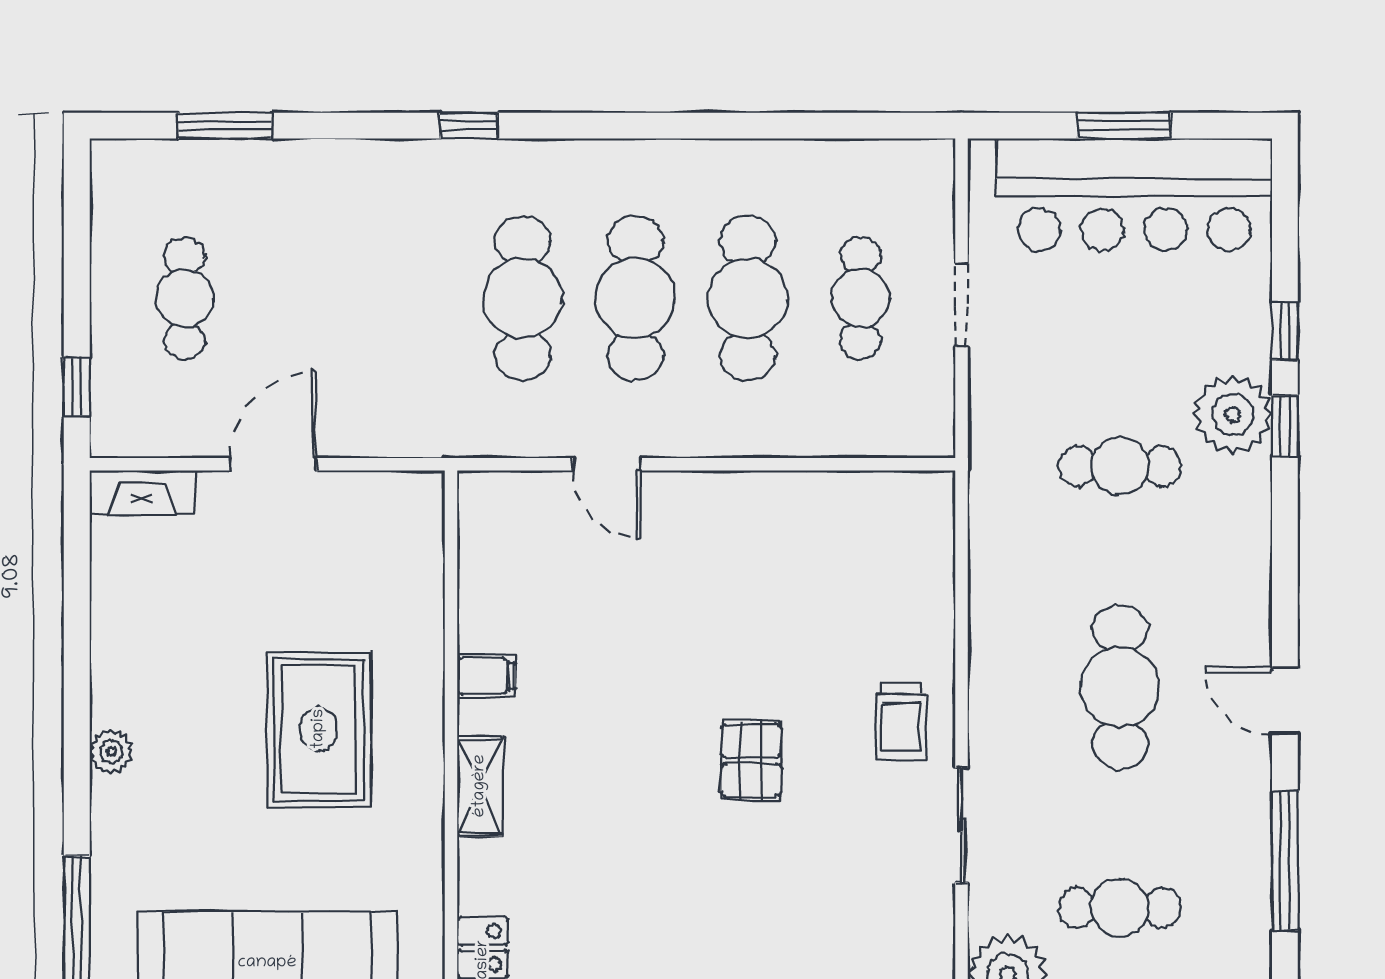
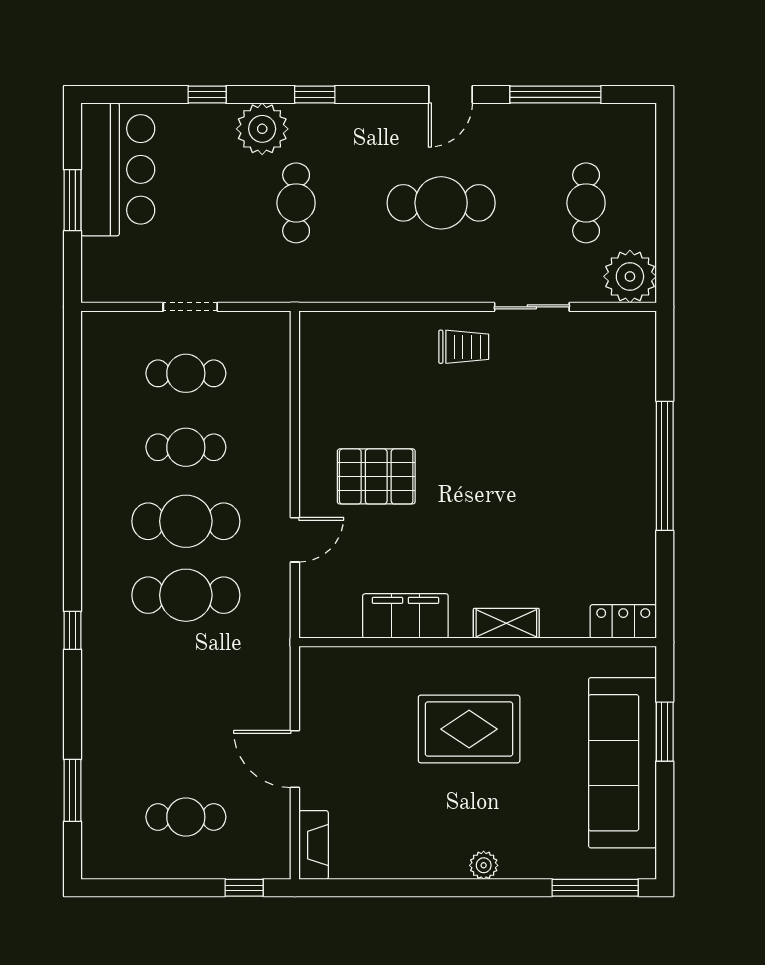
bar counter: (1134, 195) -> (118, 169), width x0.73
cafe table: (748, 298) -> (186, 447), width x0.73, depth x0.74
window: (1285, 426) -> (315, 95), moved
filing cabinet: (486, 676) -> (405, 616), width x3.00, depth x1.17
pallet: (751, 760) -> (376, 476), moved, width x1.50, depth x1.42

